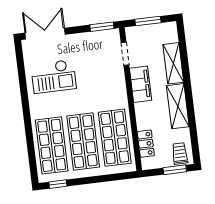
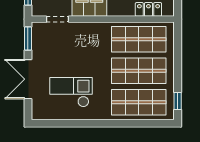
double door: (45, 34) -> (28, 79), moved
checkout: (54, 76) -> (71, 92), turned -90

